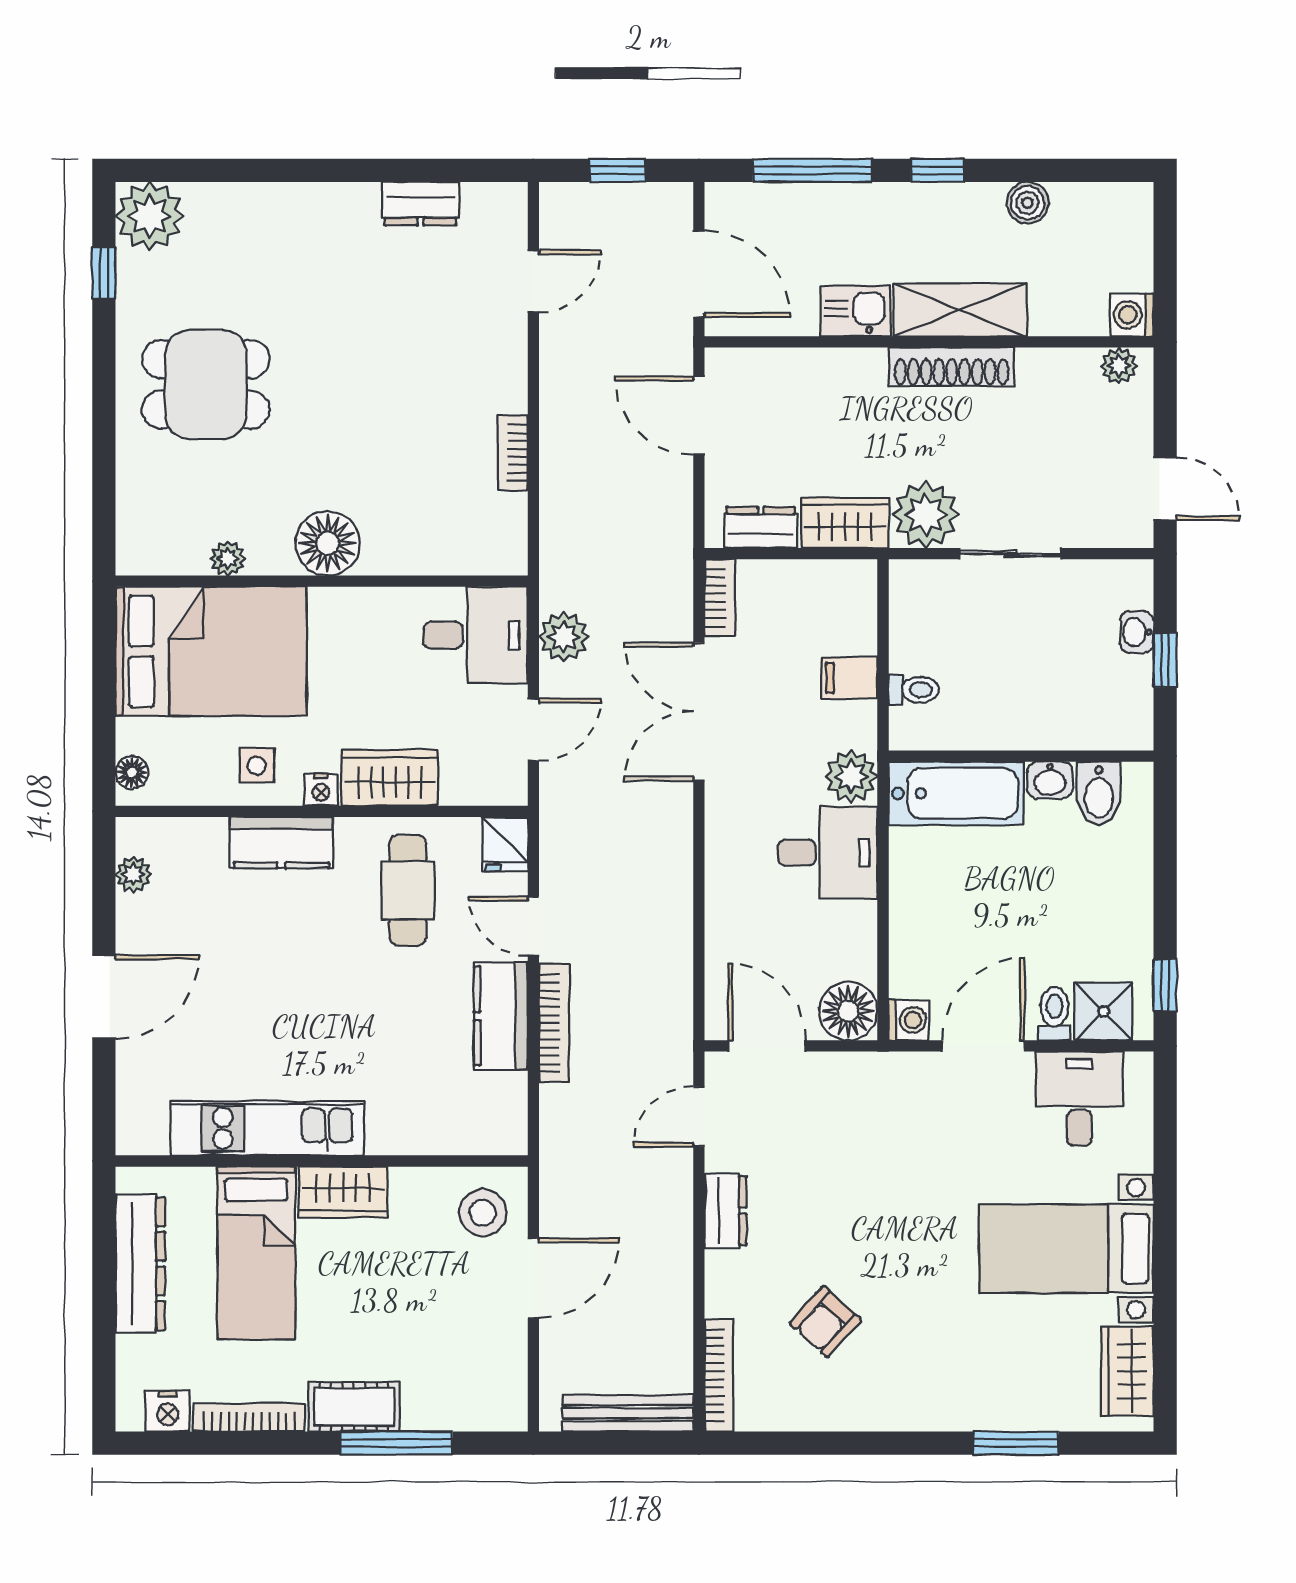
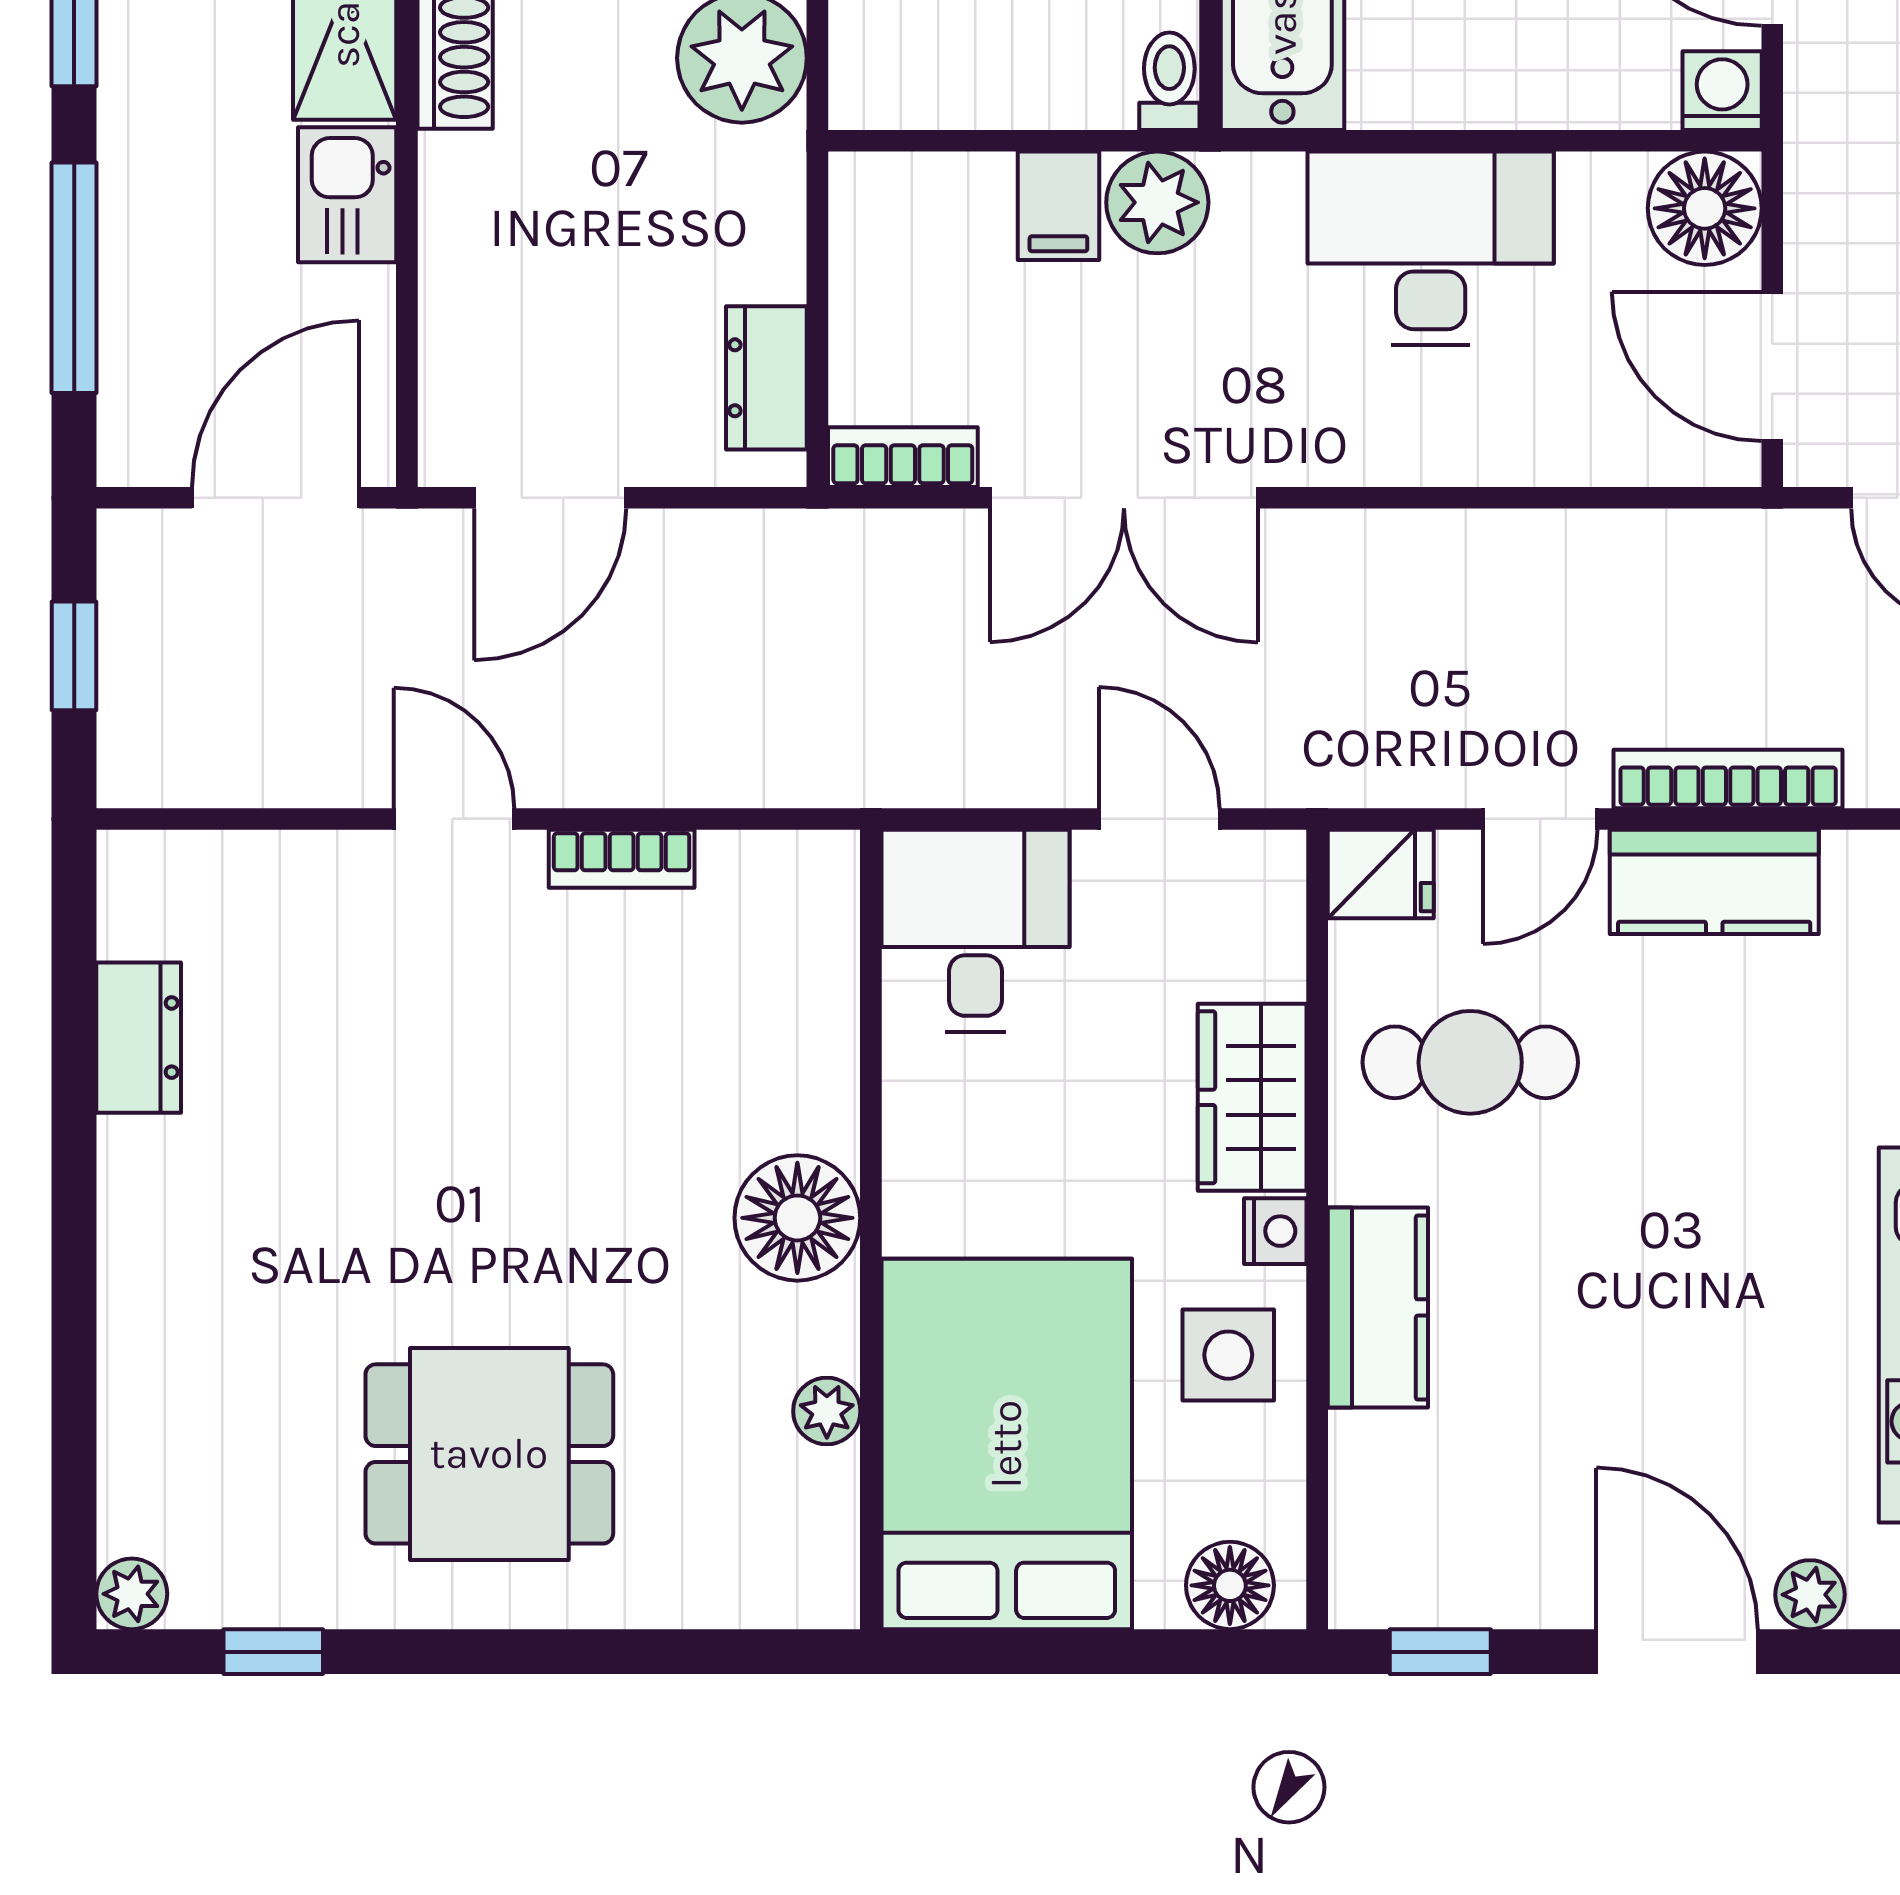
plant: (150, 216) -> (132, 1594), width x0.53, depth x0.53
door: (533, 281) -> (454, 819), moved
dining table: (206, 384) -> (489, 1454), turned 90
wardrobe: (845, 523) -> (758, 214), removed
plant: (564, 637) -> (979, 760), removed
toilet: (914, 690) -> (1169, 81), moved
side table: (257, 765) -> (1228, 1355), width x1.37, depth x1.37
floor lamp: (132, 772) -> (1230, 1585), width x1.37, depth x1.37
plant: (851, 776) -> (1157, 202), moved
desk: (828, 853) -> (1431, 248), width x1.37
plant: (133, 874) -> (1810, 1595), moved
window: (104, 875) -> (1440, 1652), added
door: (767, 1046) -> (1772, 366), hinge flipped

